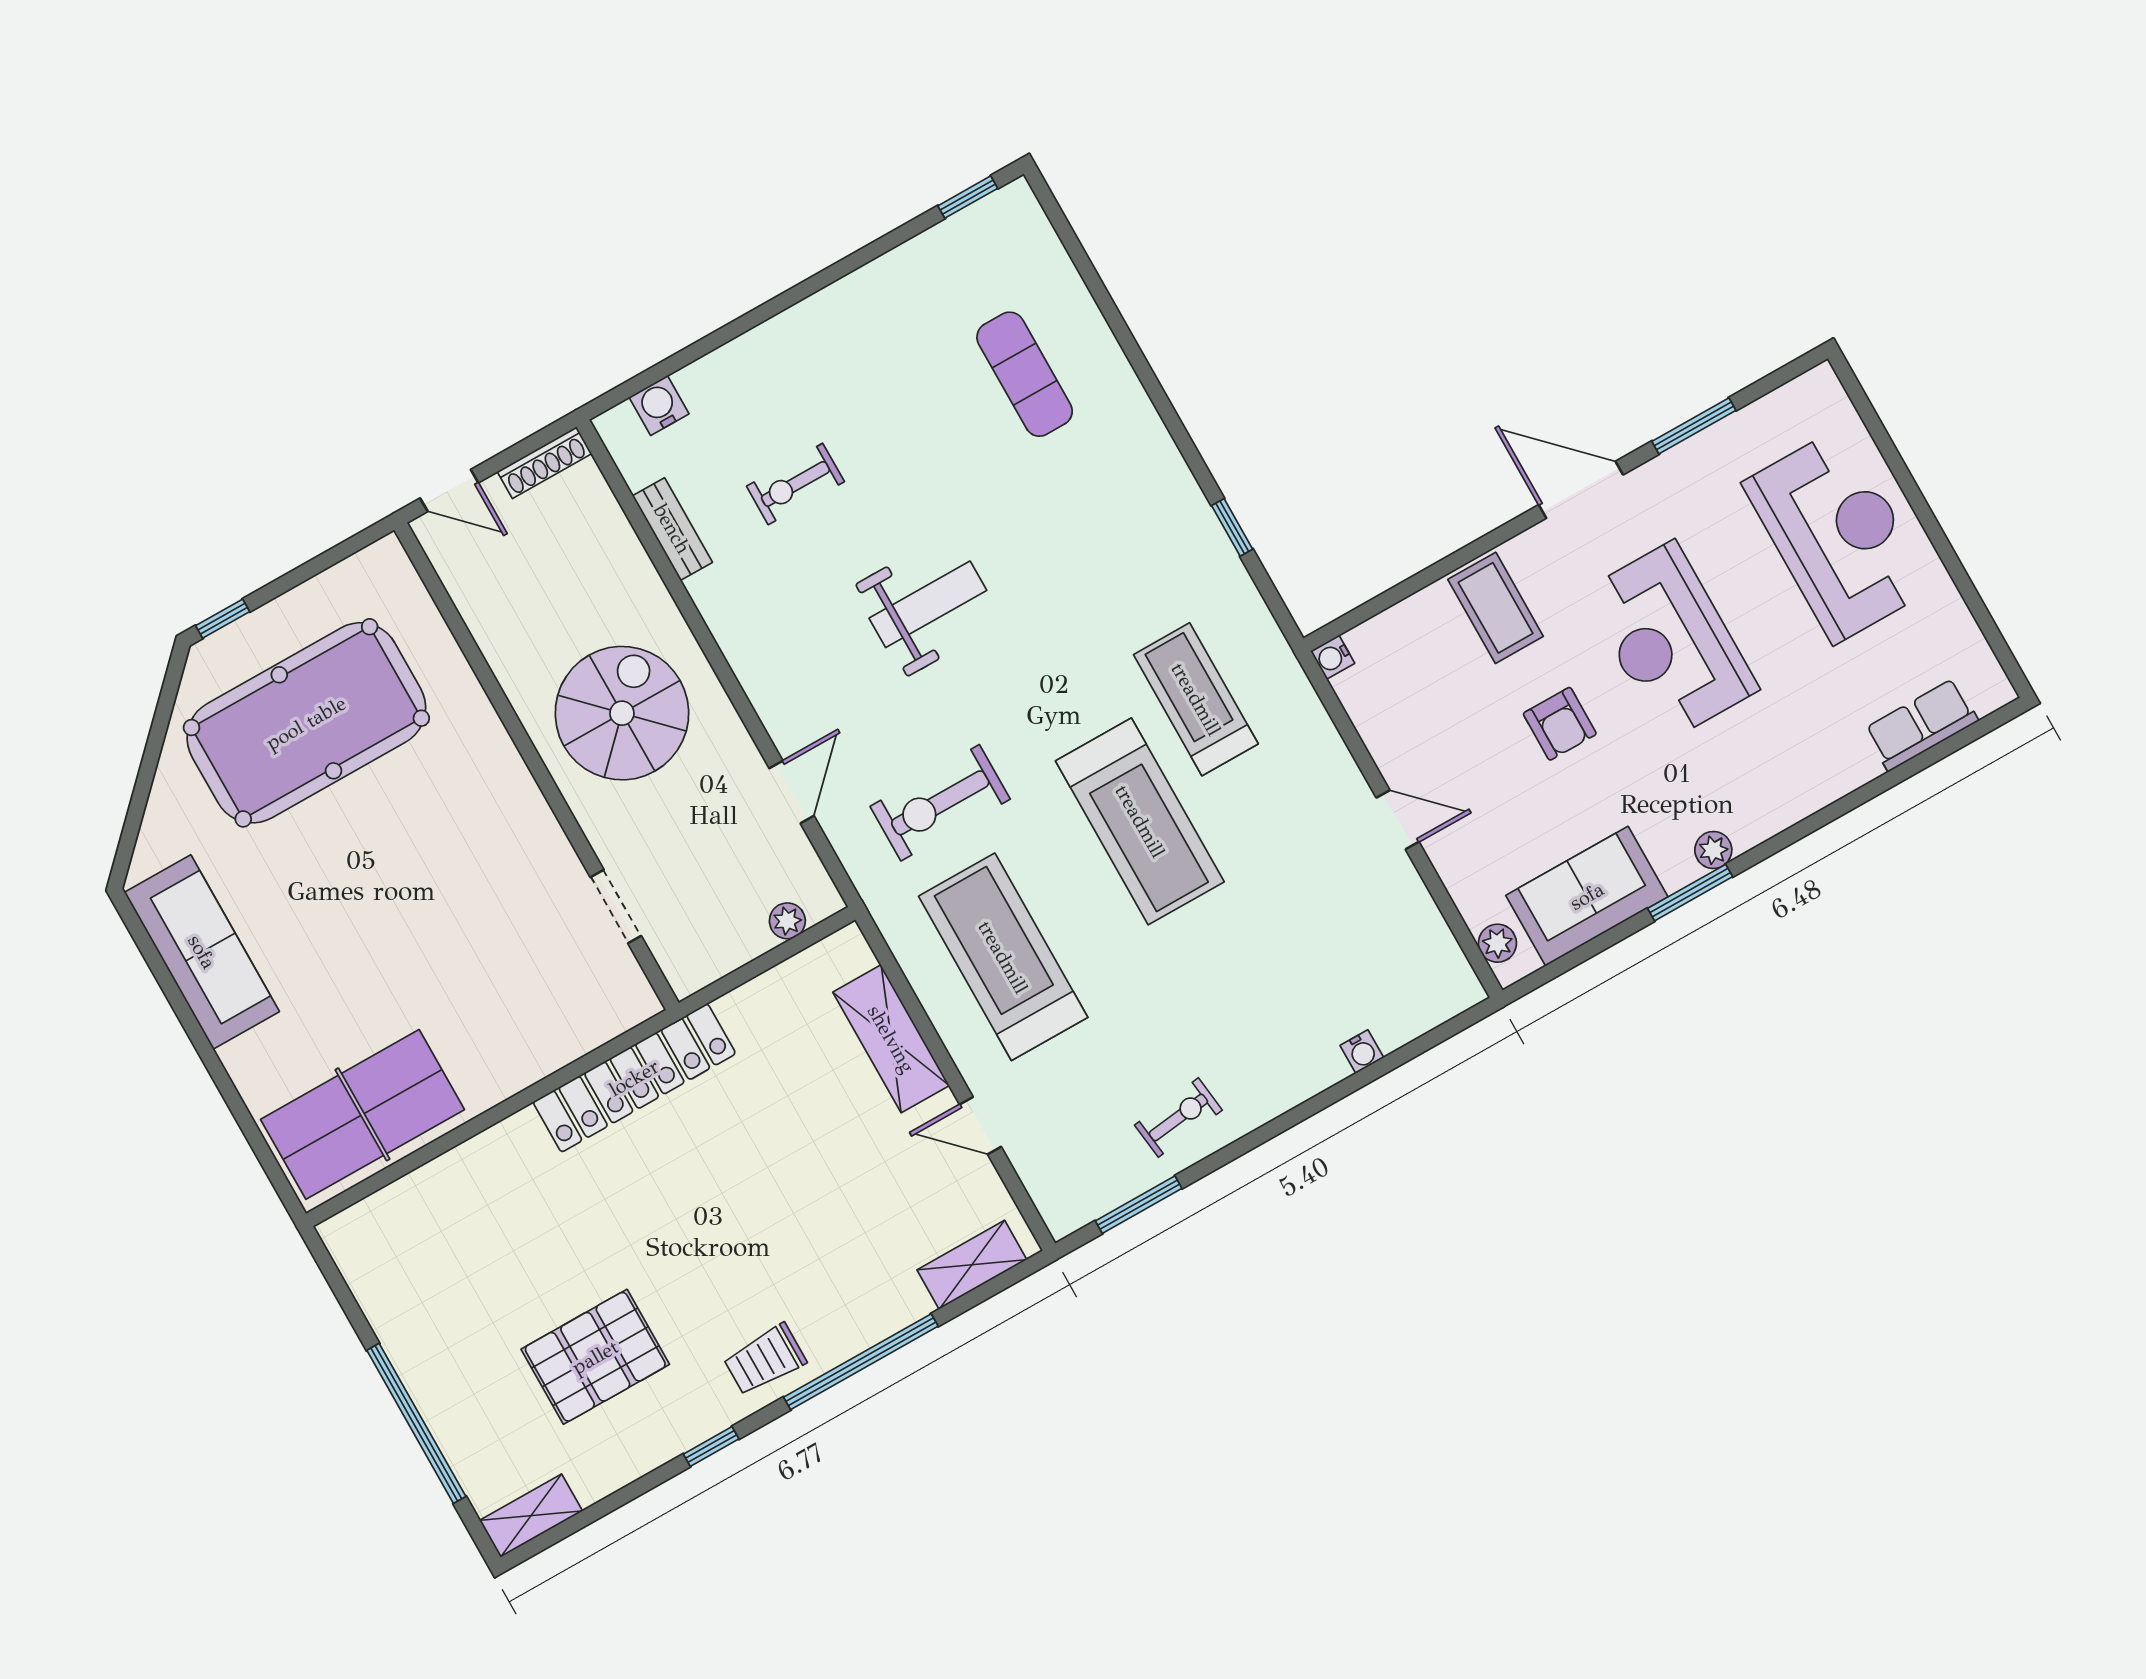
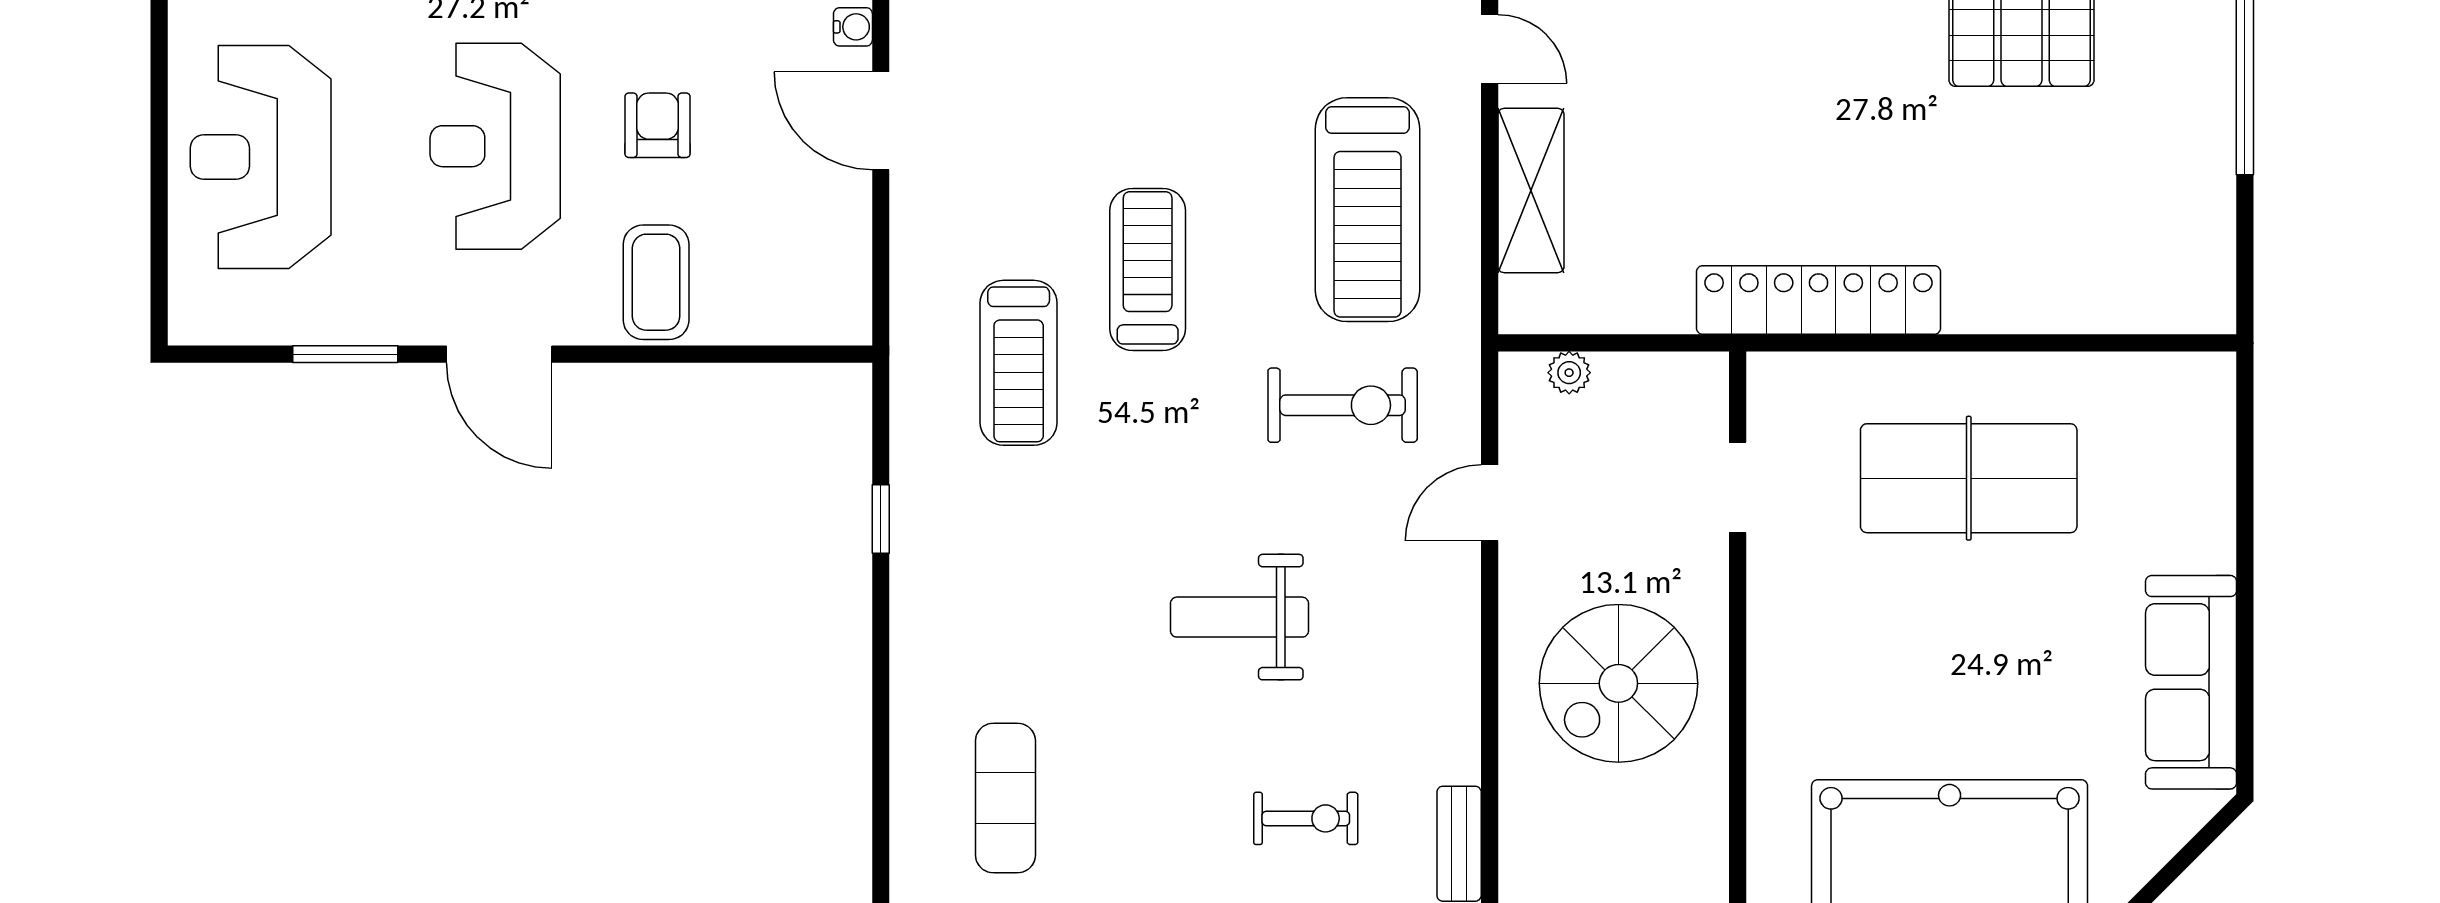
reception desk: (1670, 641) -> (495, 146), turned 180
water cooler: (1333, 657) -> (853, 27), moved
door: (1398, 820) -> (881, 121), width x1.38
treadmill: (1140, 821) -> (1148, 270), width x0.73, depth x0.73
table tennis table: (362, 1114) -> (1969, 478), moved

